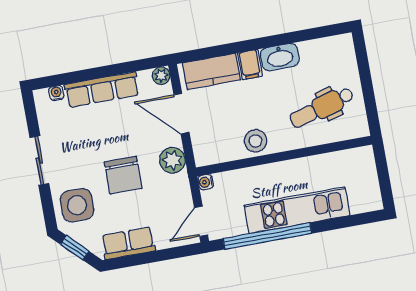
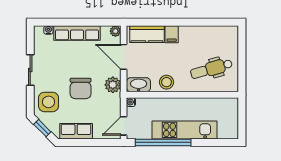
washbasin: (280, 57) -> (139, 85), moved, turned 180

